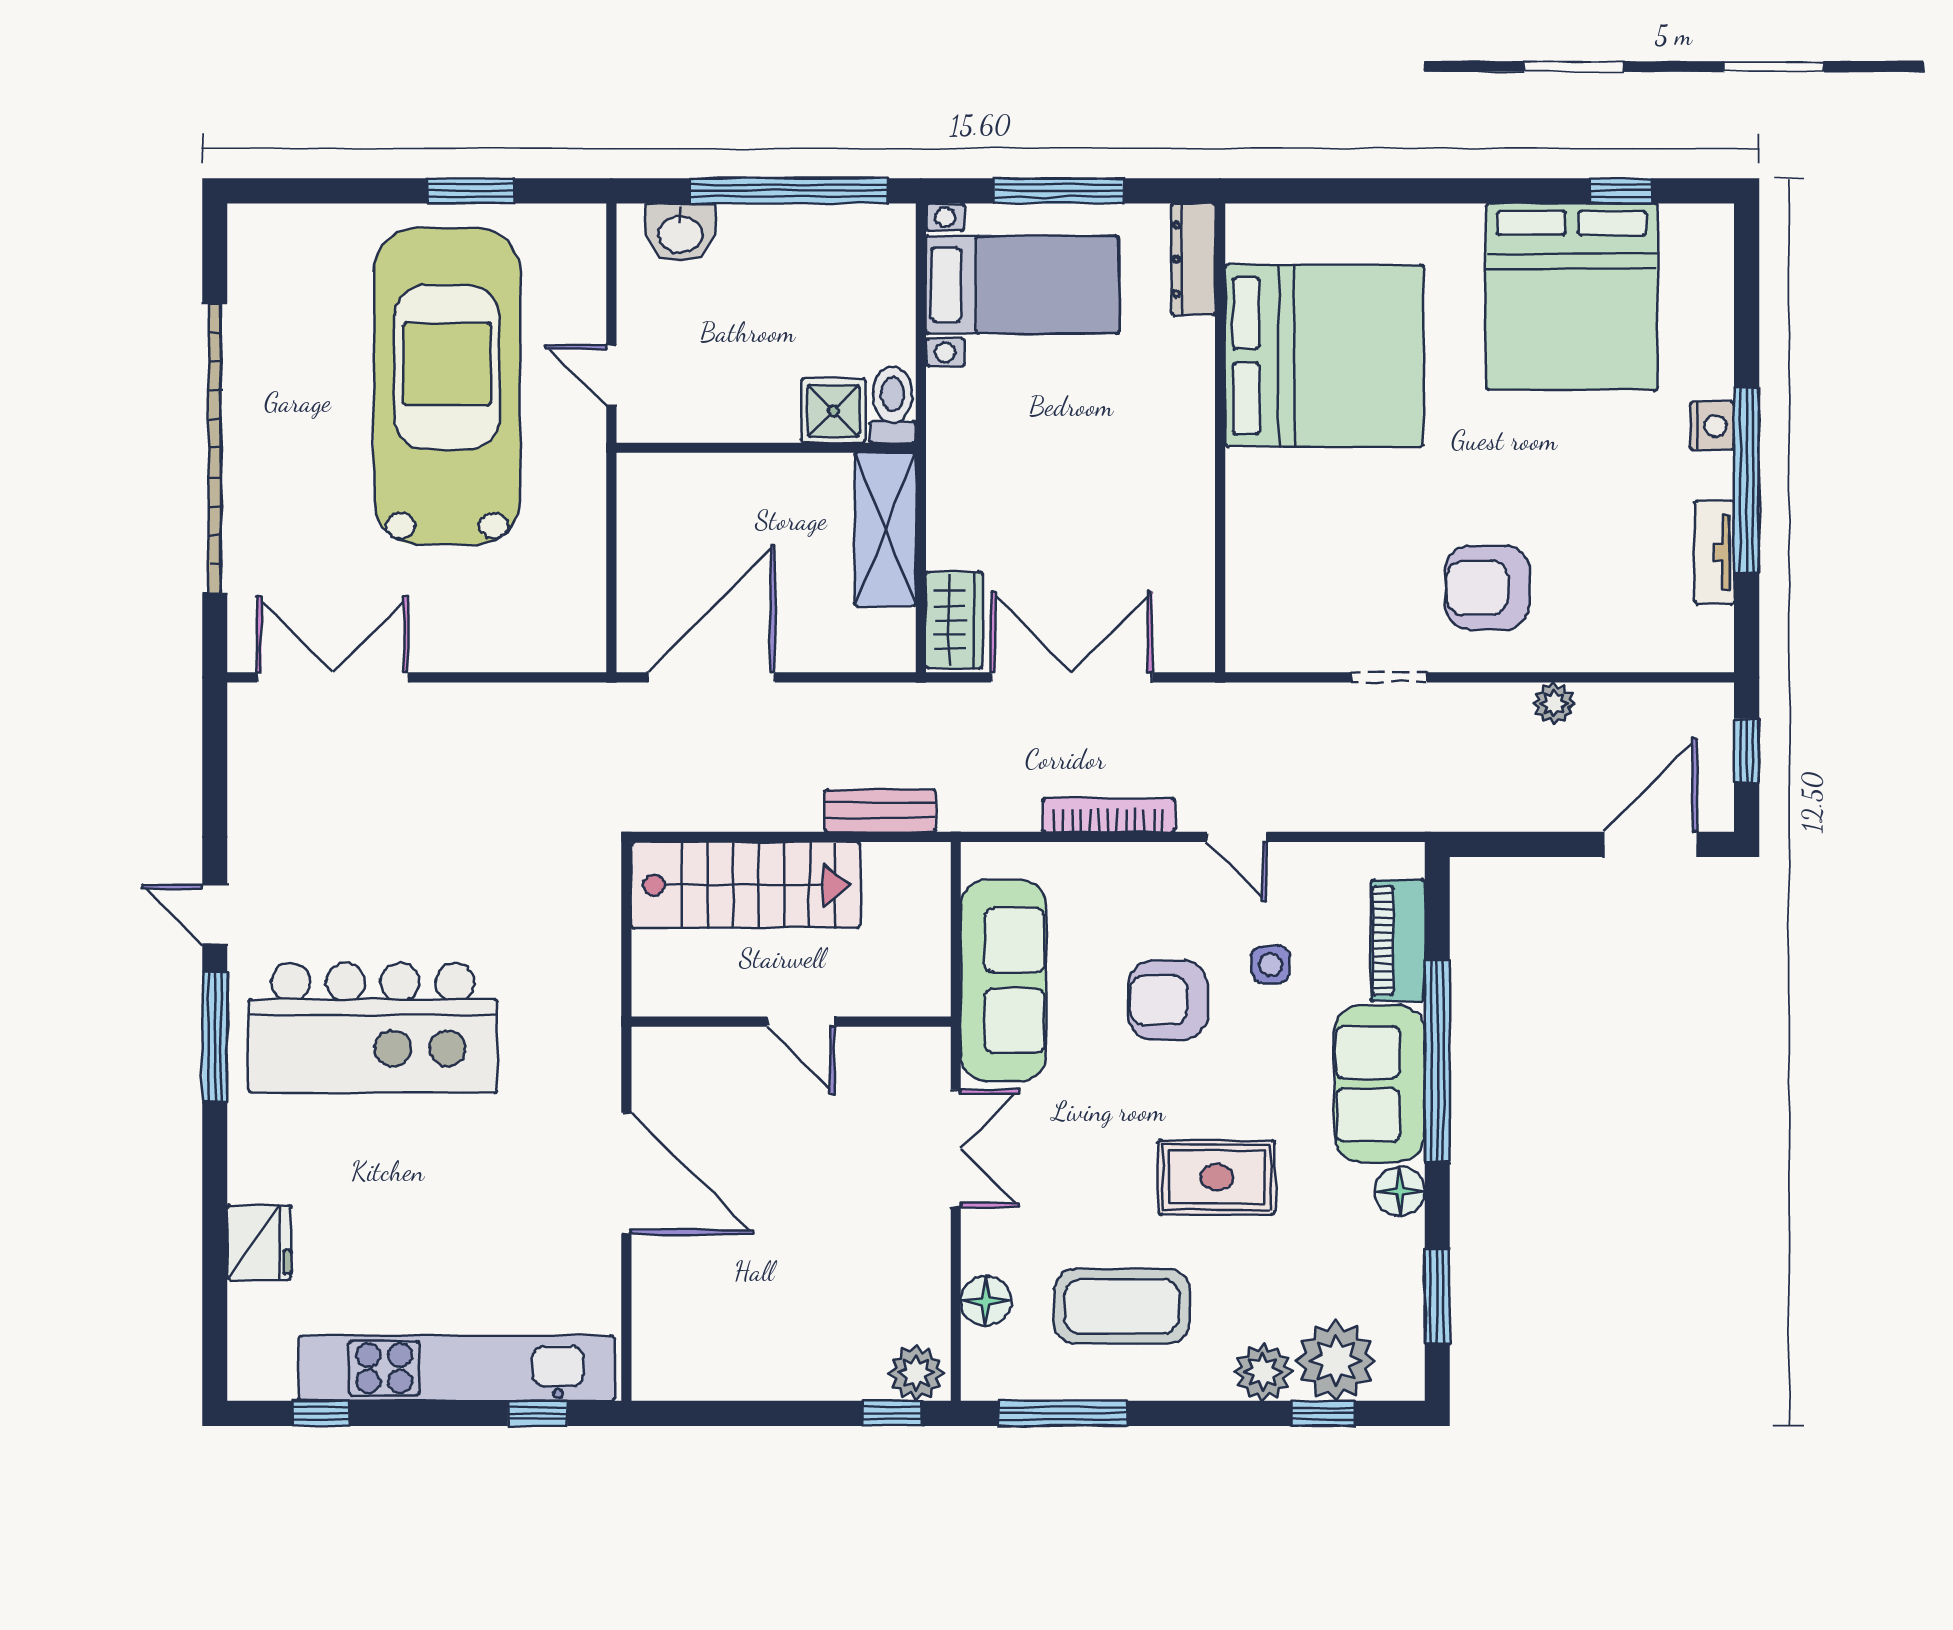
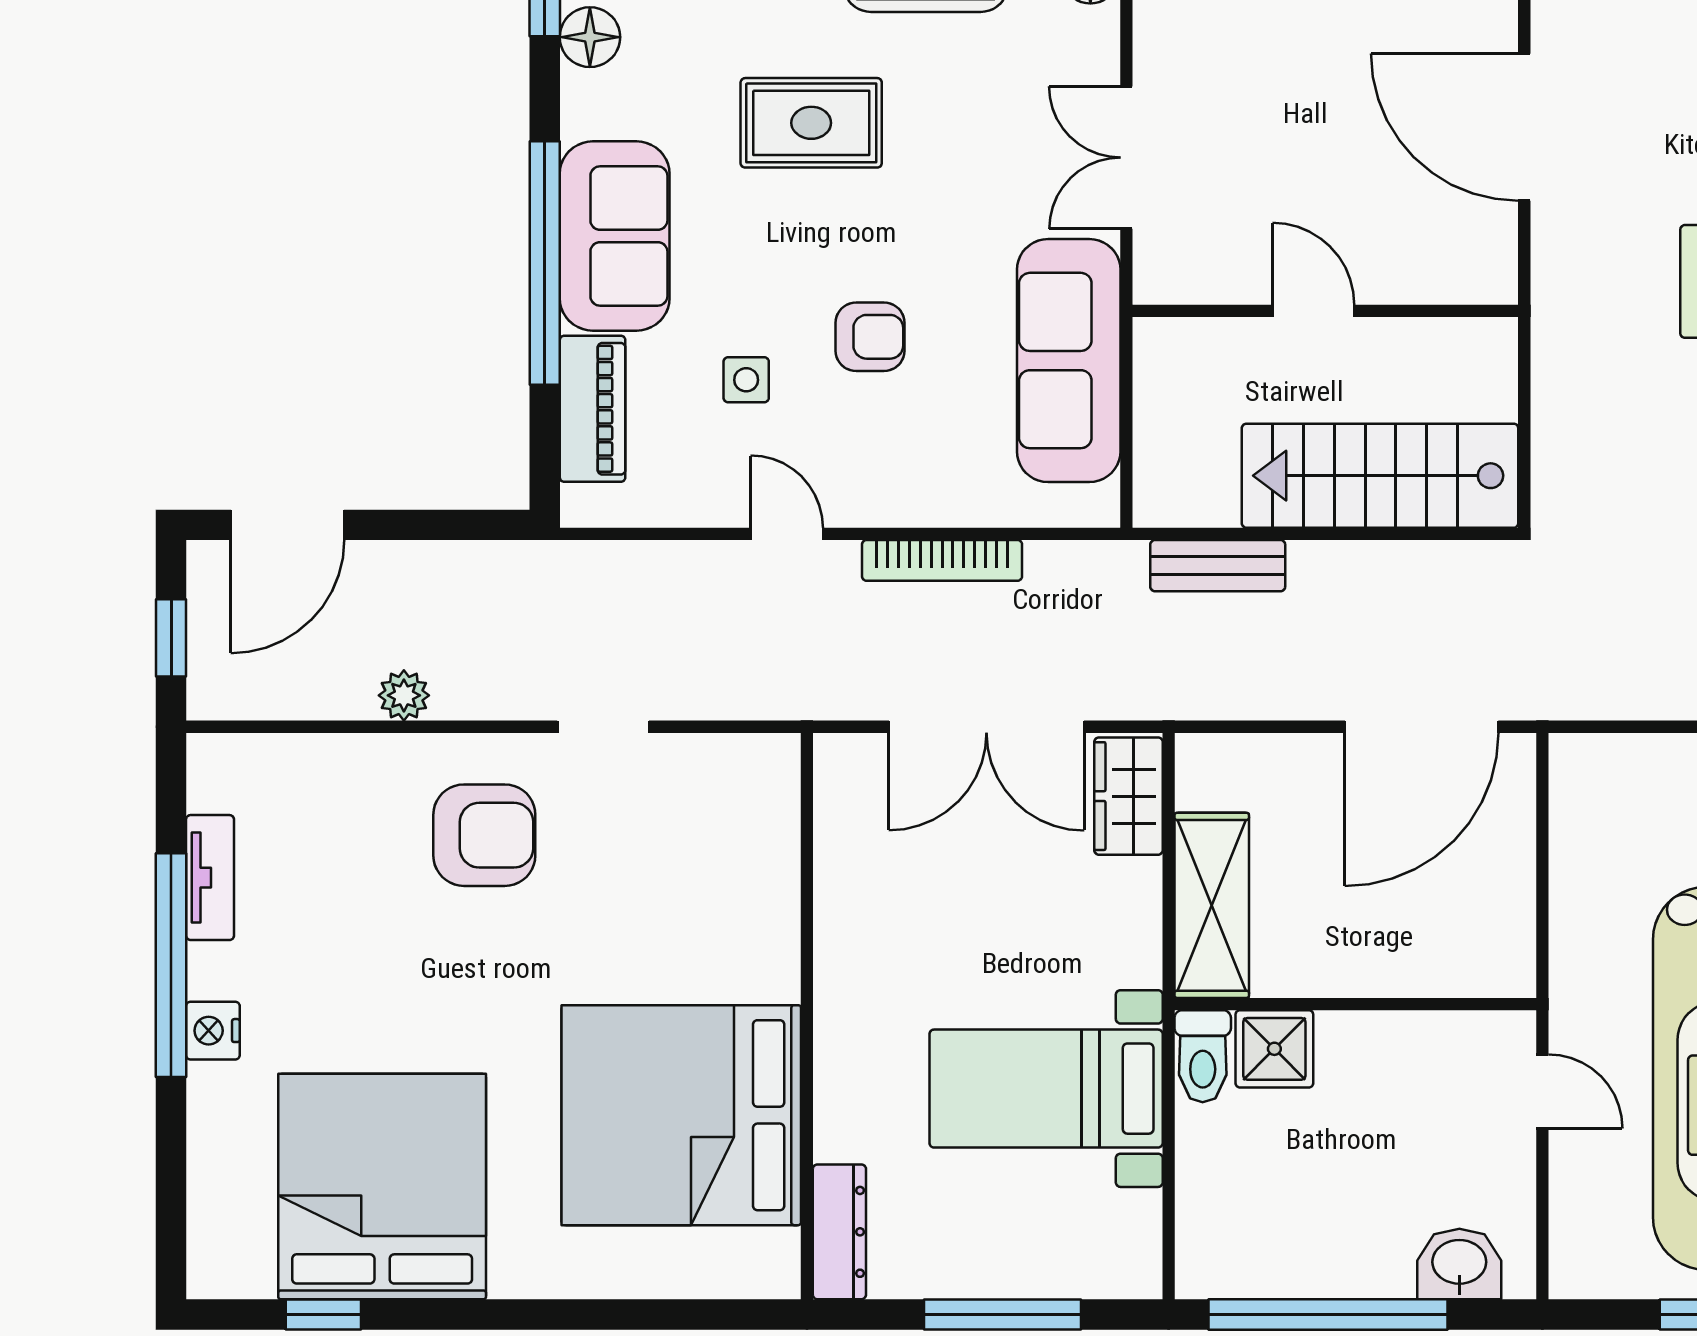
bed with nightstands: (1022, 285) -> (1046, 1089), moved
armchair: (1168, 1000) -> (870, 337), width x0.72, depth x0.72
floor lamp: (1400, 1191) -> (590, 37), moved

